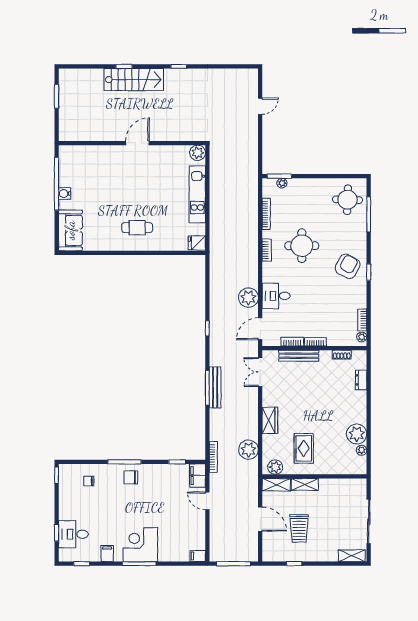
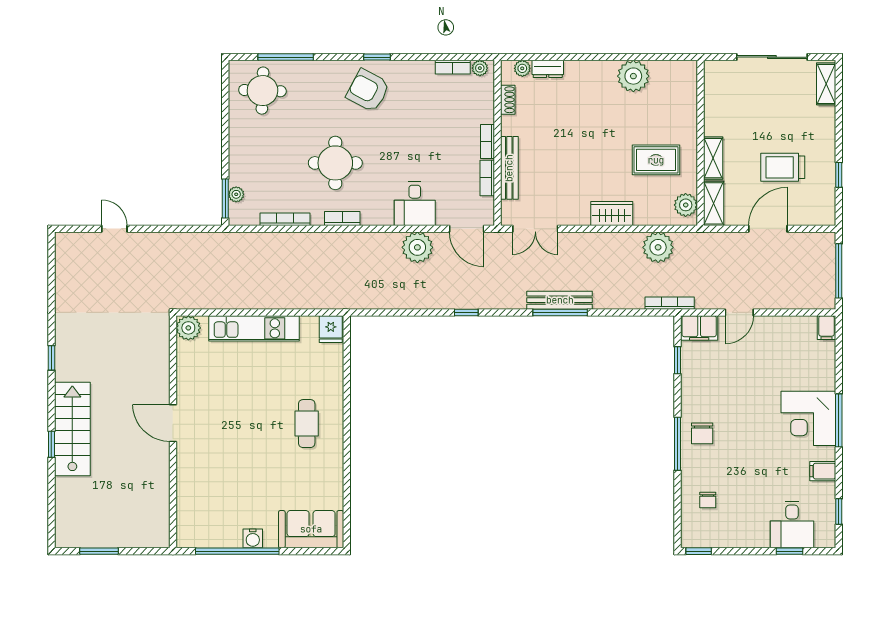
plant: (362, 450) -> (522, 68), moved
trolley: (299, 528) -> (783, 167), turned 180

